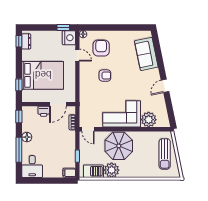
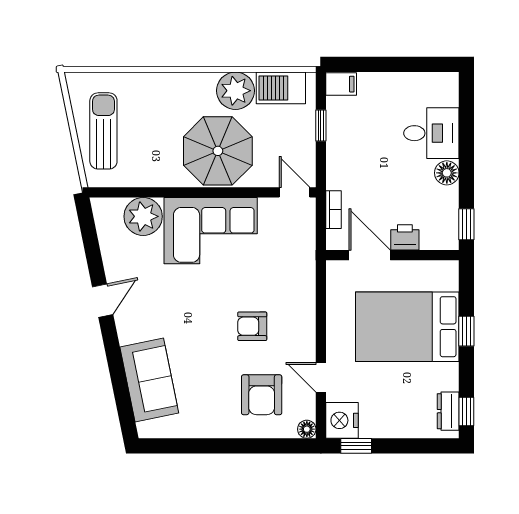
window: (19, 85) -> (466, 331), moved
door: (58, 104) -> (370, 255), hinge flipped
window: (19, 150) -> (466, 141), removed
desk: (32, 167) -> (431, 133), moved, turned 90

